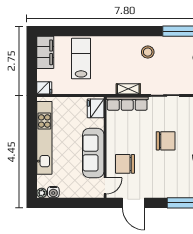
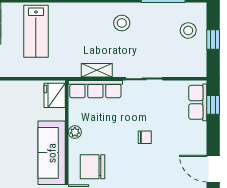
lab bench: (81, 59) -> (36, 31), turned 180
plant: (111, 137) -> (75, 132), added
chair: (166, 141) -> (145, 137), width x0.54, depth x0.54

